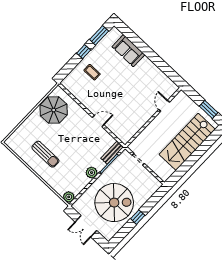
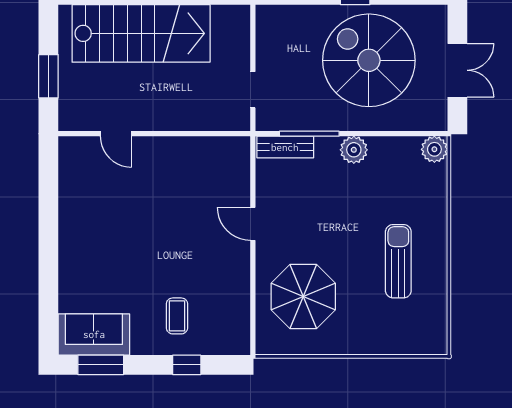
sofa: (128, 51) -> (94, 334), moved, turned -90
window: (84, 52) -> (187, 365), moved
door: (164, 106) -> (116, 134), hinge flipped
window: (209, 109) -> (48, 76), moved
parasol: (54, 110) -> (303, 296), moved

